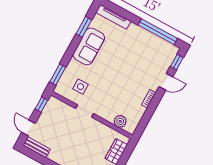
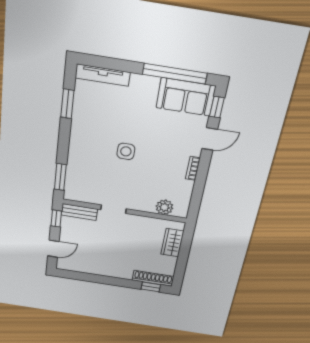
sofa: (89, 46) -> (186, 97), moved, turned 90
side table: (81, 87) -> (126, 151), moved
door: (29, 128) -> (53, 249), swing flipped
bench: (37, 147) -> (79, 212), moved

